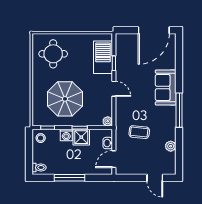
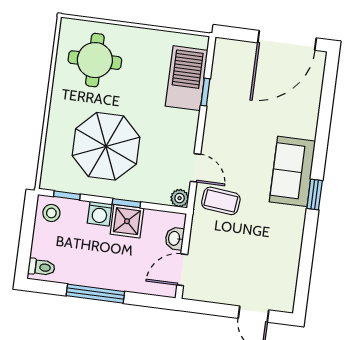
sofa: (166, 87) -> (292, 171), moved
door: (114, 89) -> (195, 168), moved
window: (179, 110) -> (315, 195), width x0.46
coffee table: (139, 132) -> (221, 201), moved
plant: (171, 146) -> (290, 259), removed

